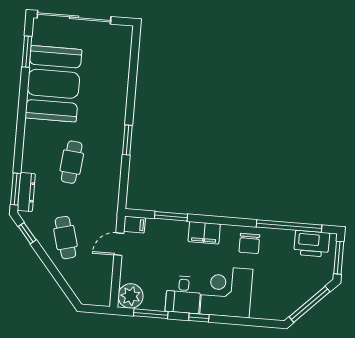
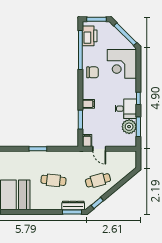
filing cabinet: (204, 233) -> (88, 104), width x0.50
corner desk: (226, 292) -> (122, 64), moved
plant: (131, 296) -> (129, 127), moved

